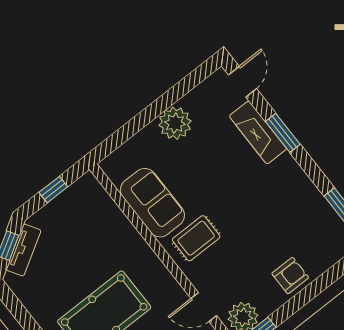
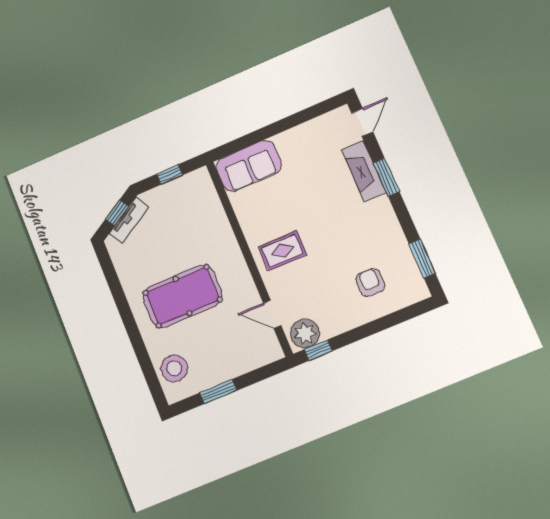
plant: (175, 123) -> (292, 144), removed
sofa: (152, 203) -> (249, 166), moved, turned 90
armchair: (290, 276) -> (370, 282), moved, turned -90

